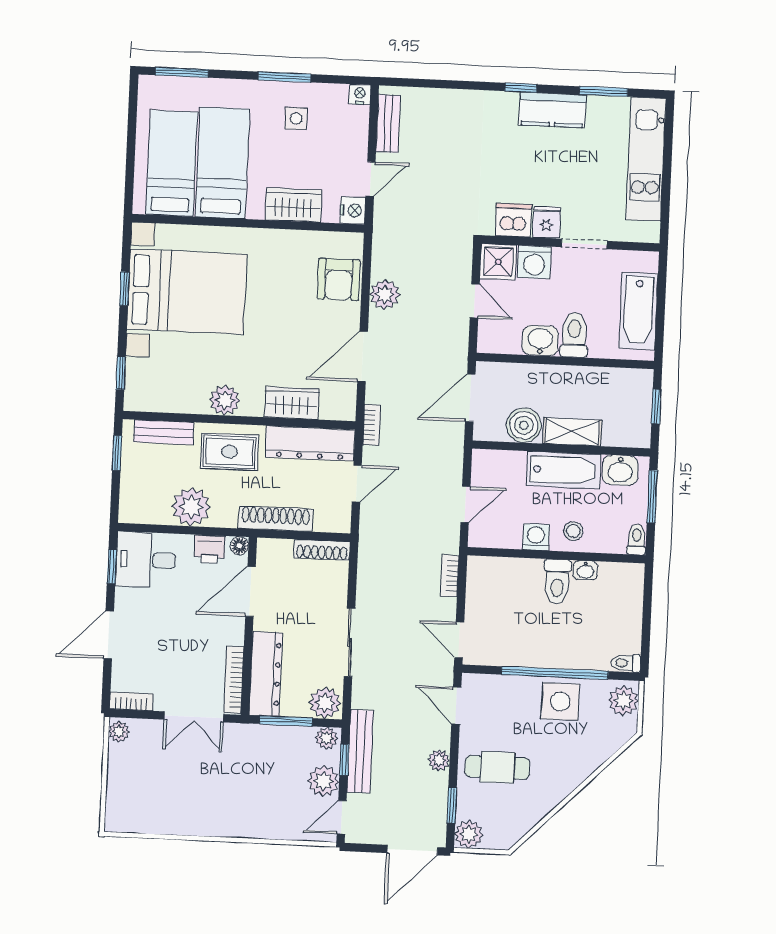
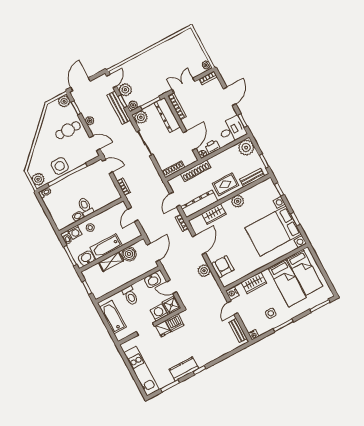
washbasin: (540, 341) -> (153, 280), moved
plant: (191, 507) -> (246, 147), moved
washing machine: (536, 537) -> (75, 232), moved

